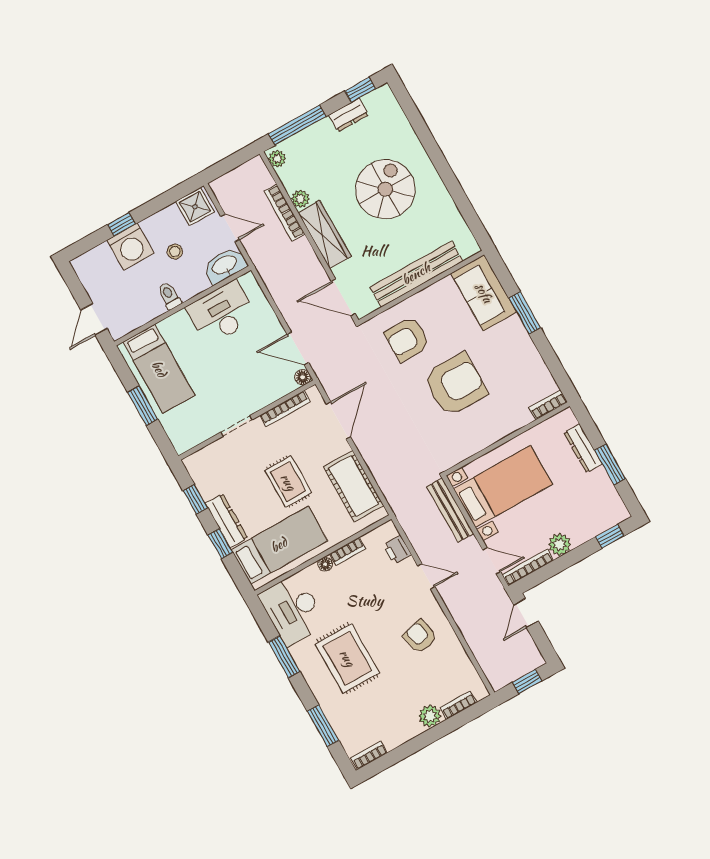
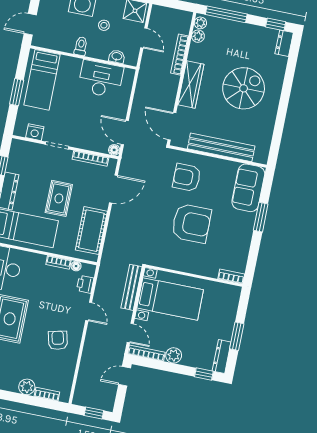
dresser: (349, 115) -> (284, 43), moved, turned 90
plant: (300, 199) -> (198, 36), moved
washbasin: (225, 265) -> (117, 57), width x0.52, depth x0.69
nightstand: (200, 432) -> (35, 132), added
dresser: (583, 448) -> (222, 356), moved
floor lamp: (325, 564) -> (76, 266), moved

